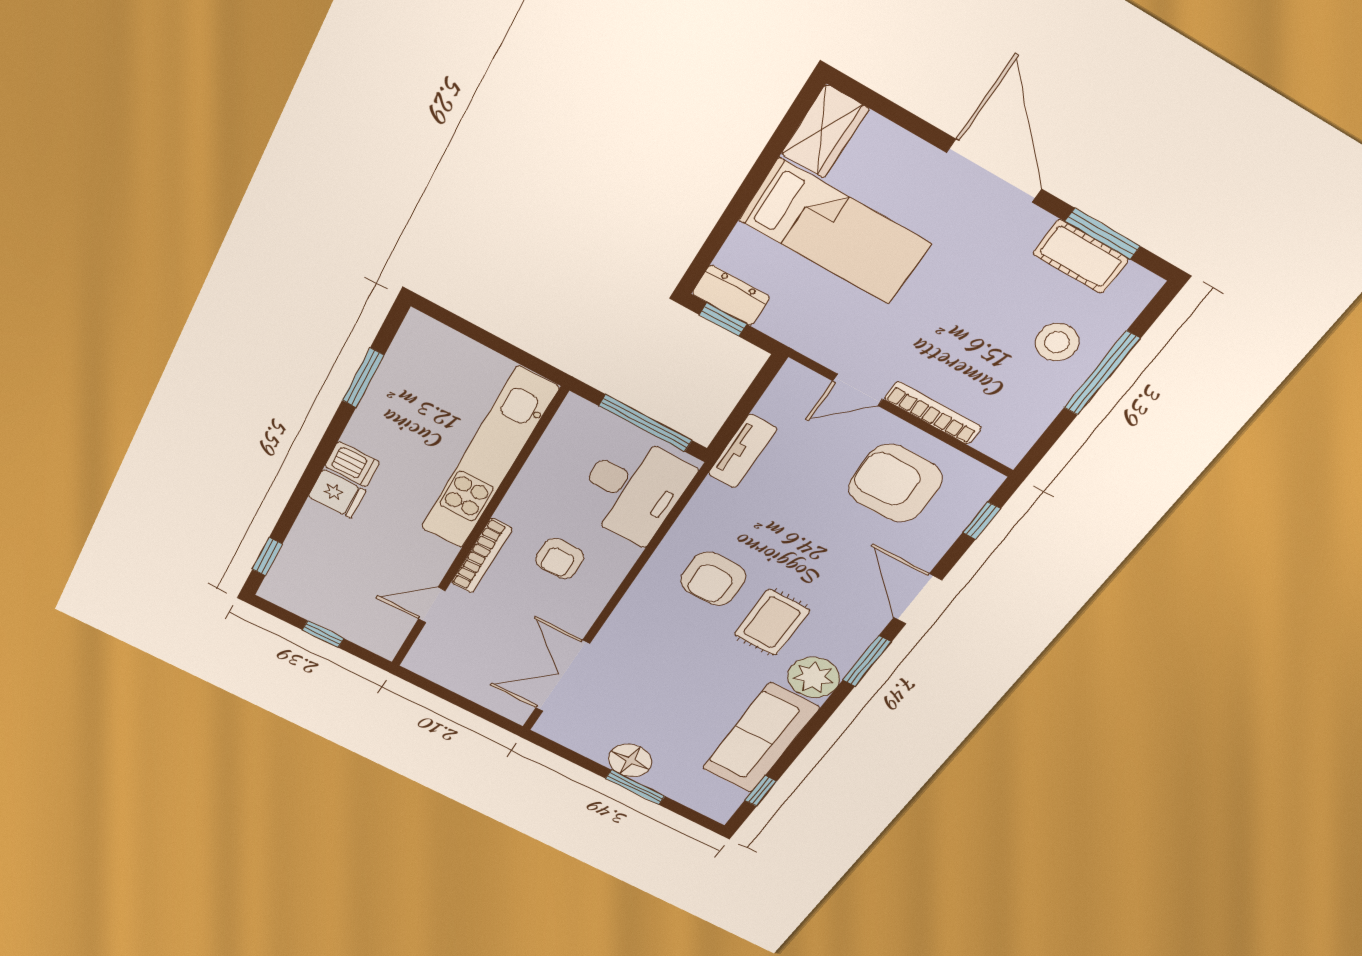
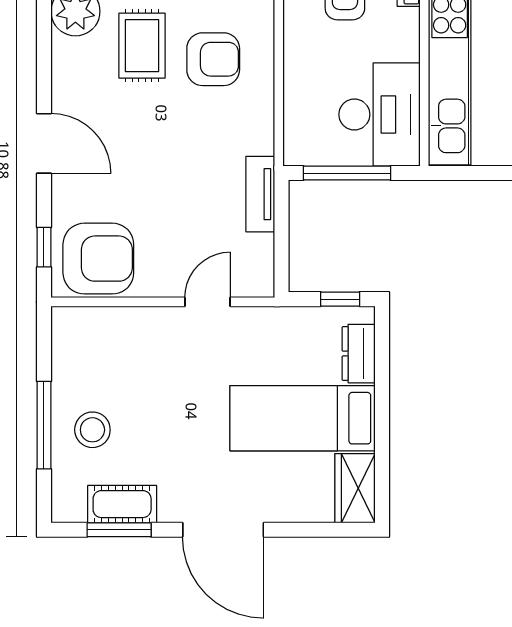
dresser: (731, 295) -> (359, 354), moved, turned 90
bookcase: (933, 413) -> (141, 317), removed
armchair: (895, 483) -> (98, 259), moved
desk: (633, 489) -> (379, 115), moved, turned 180
armchair: (713, 579) -> (213, 59), turned 90
window: (867, 661) -> (44, 56), removed

